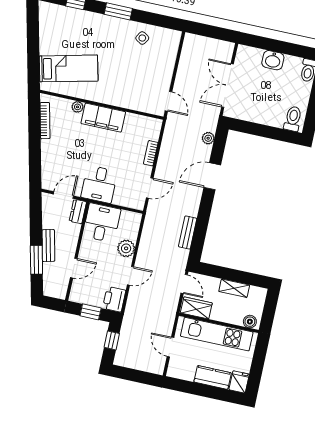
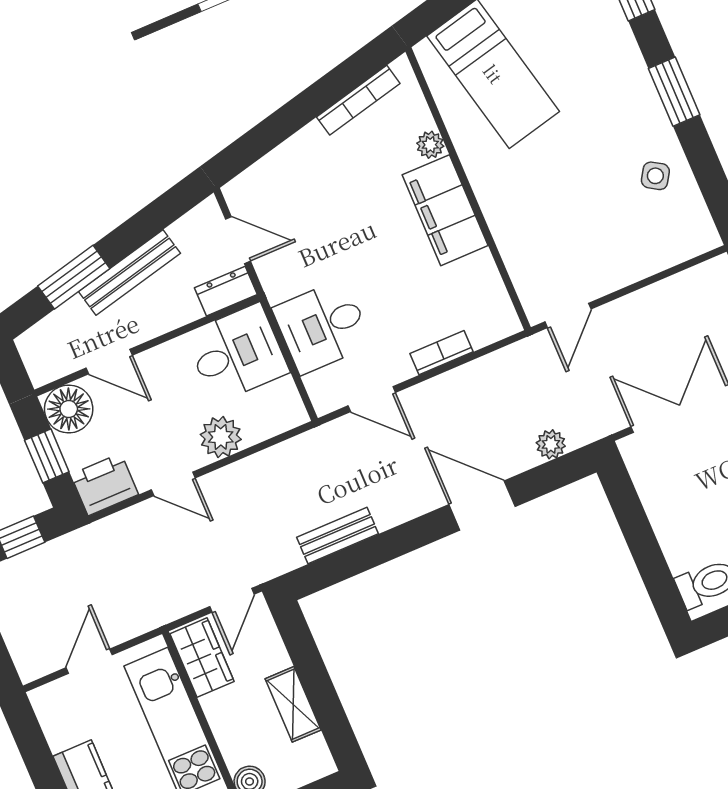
desk: (99, 184) -> (322, 326), moved
bench: (48, 245) -> (129, 272), width x1.36
floor lamp: (80, 293) -> (69, 409), added

